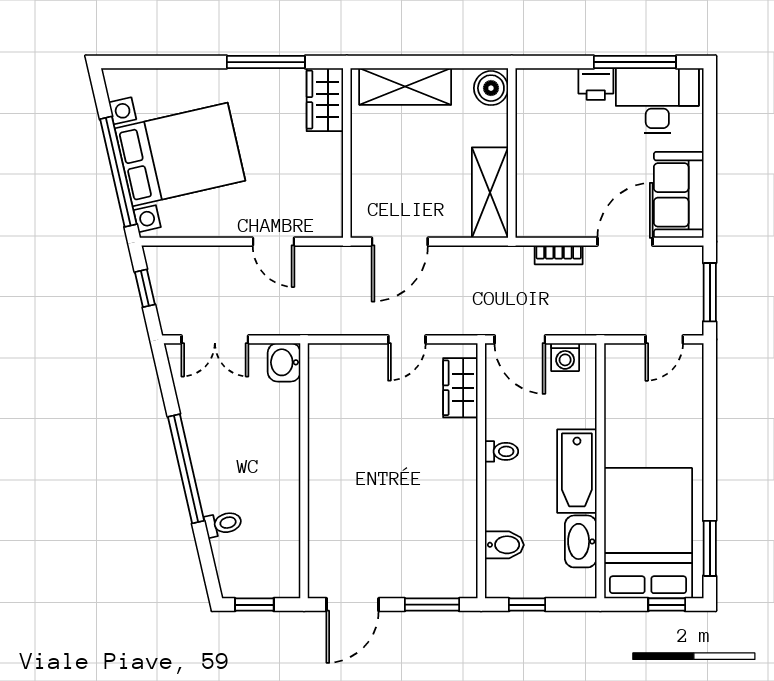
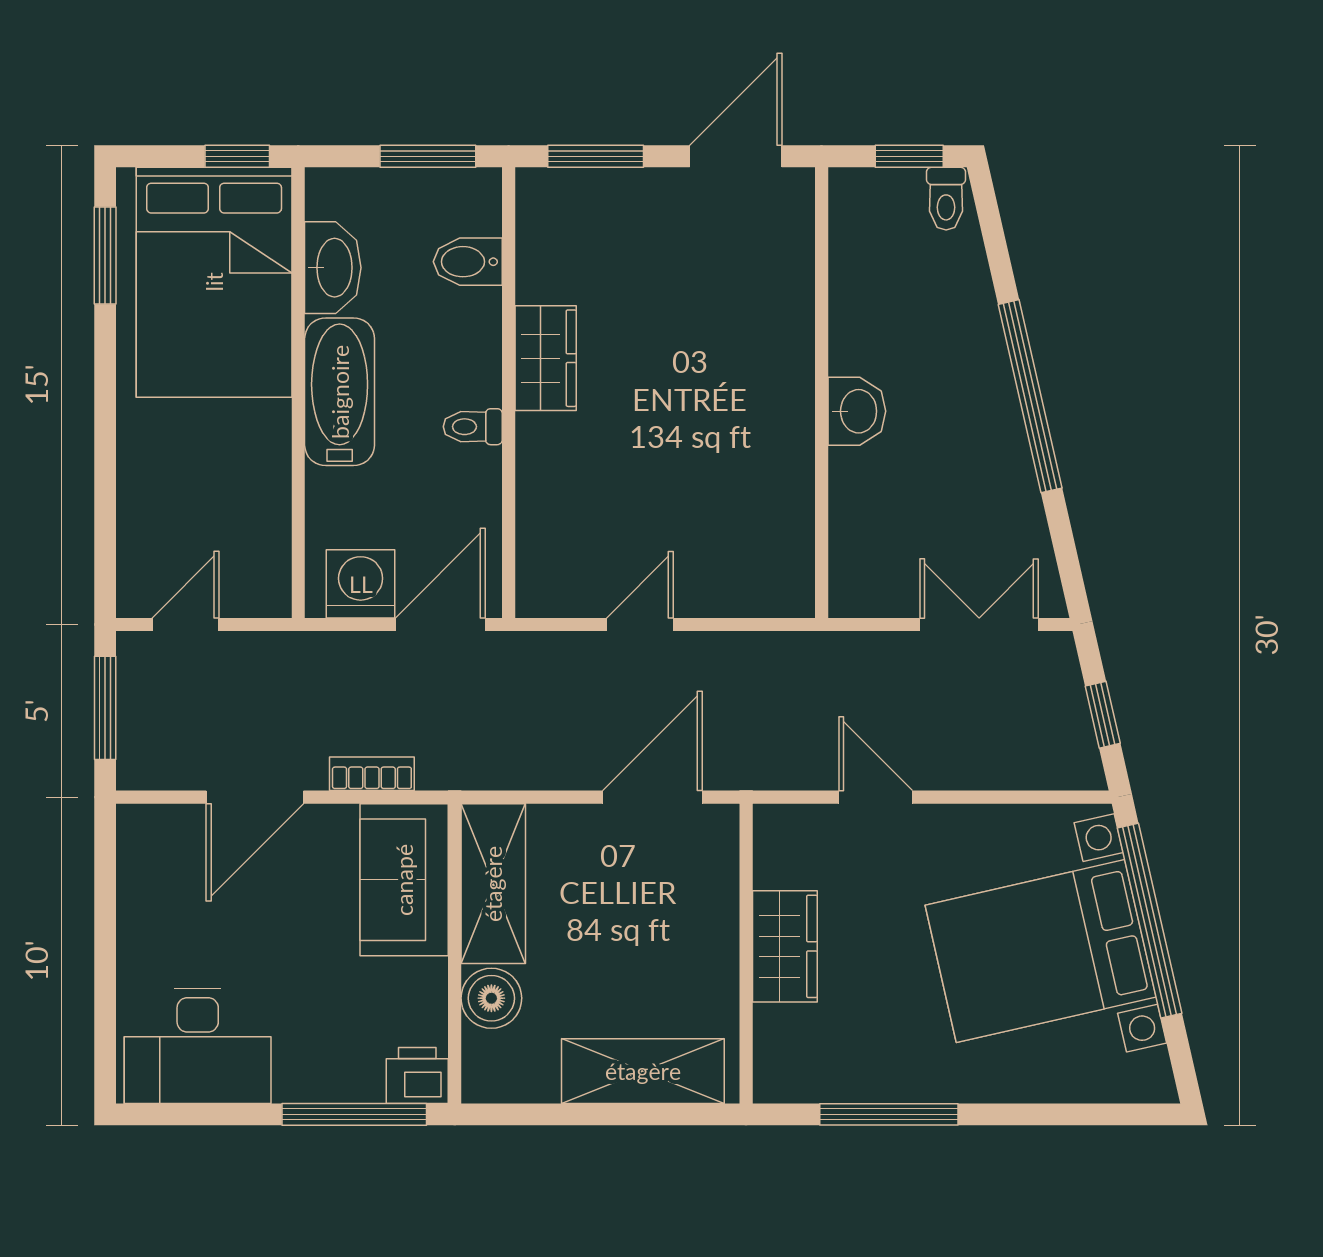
window: (635, 62) -> (354, 1114), moved
printer: (596, 84) -> (417, 1075), moved
boiler: (491, 88) -> (491, 998), moved
wardrobe: (325, 100) -> (785, 946), moved
sofa: (679, 195) -> (404, 880), moved, turned 180
door: (520, 339) -> (440, 624), hinge flipped
washing machine: (565, 357) -> (361, 584), width x1.38, depth x1.38
washbasin: (284, 362) -> (857, 411), moved
wardrobe: (460, 388) -> (546, 358), moved
toilet: (223, 524) -> (946, 199), moved, turned -77
window: (527, 605) -> (428, 156), width x1.50
window: (667, 605) -> (237, 156), moved

